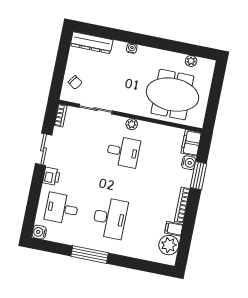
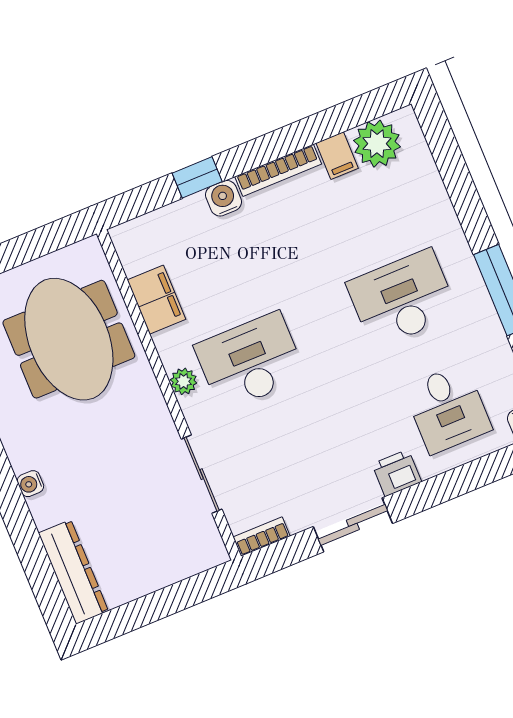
chair: (75, 82) -> (176, 552), removed
filing cabinet: (191, 143) -> (156, 300), moved, turned -90
desk: (123, 152) -> (250, 361), width x1.37
water cooler: (189, 163) -> (224, 198), moved
window: (198, 176) -> (197, 177), width x0.67

